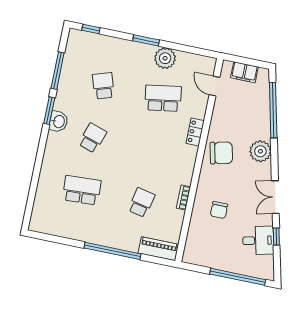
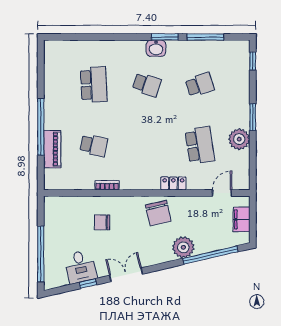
plant: (260, 151) -> (183, 247), moved
piano: (158, 249) -> (52, 149), moved

